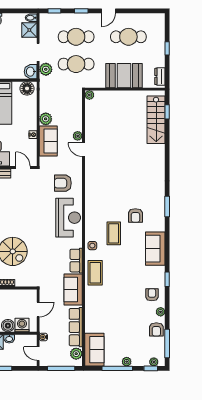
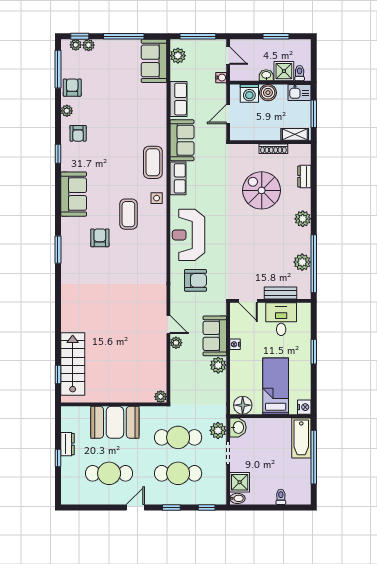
dresser: (160, 76) -> (67, 444), moved
row of seats: (76, 327) -> (179, 99), width x0.68
plant: (127, 362) -> (88, 45), moved

